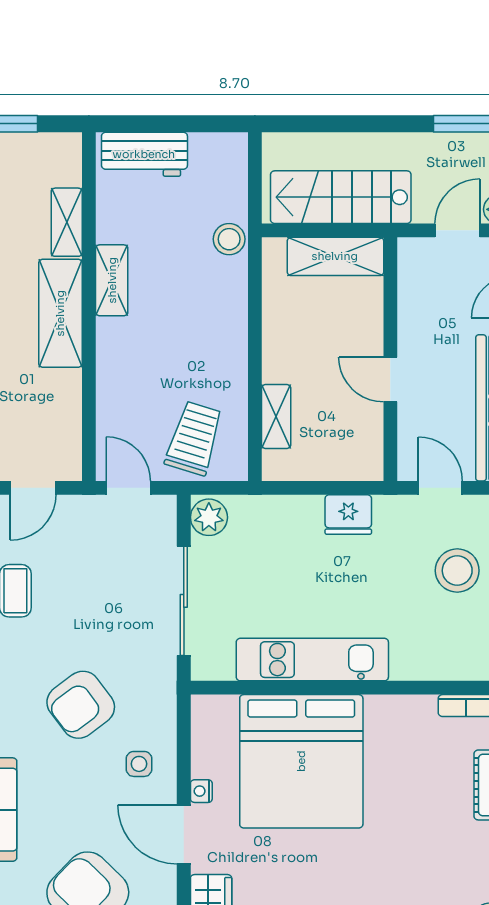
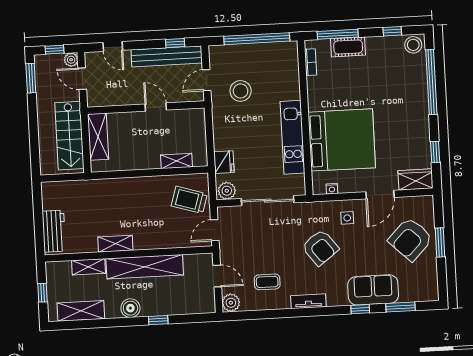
stool: (229, 239) -> (92, 188), removed
shelving: (60, 313) -> (145, 267), width x1.47
door: (390, 380) -> (156, 107), swing flipped
fridge: (348, 515) -> (224, 162), moved
stool: (457, 571) -> (241, 91), moved
nightstand: (201, 791) -> (332, 189), moved

